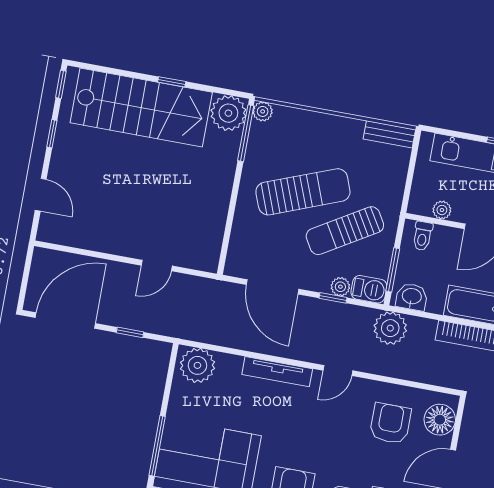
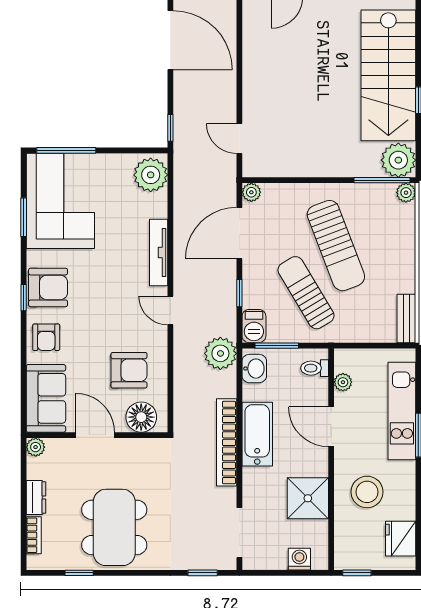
door: (157, 266) -> (239, 138), moved
plant: (340, 287) -> (251, 192), moved
window: (130, 332) -> (170, 128), moved

